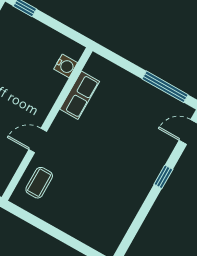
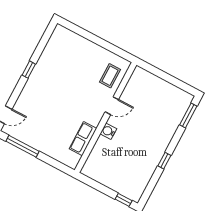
water cooler: (66, 66) -> (108, 131), moved
window: (163, 177) -> (29, 70), moved

